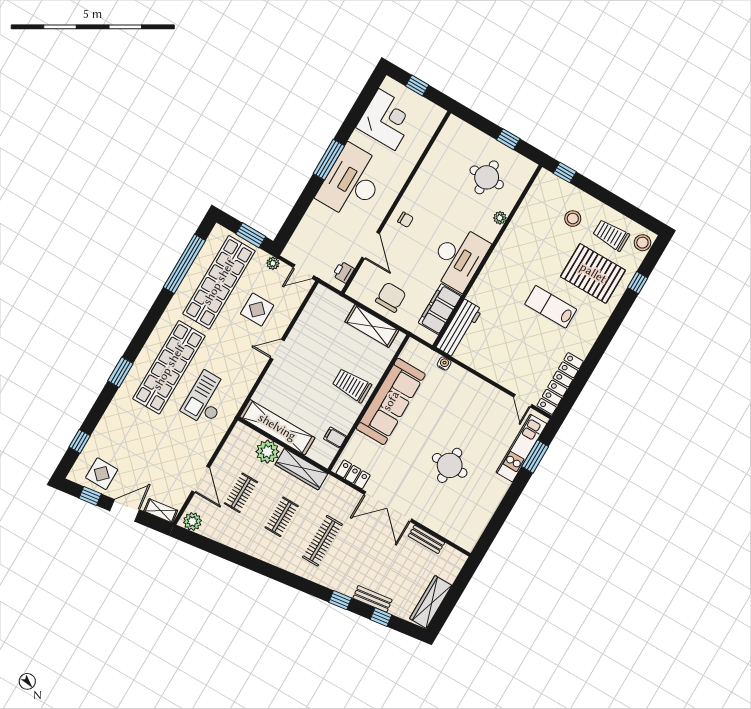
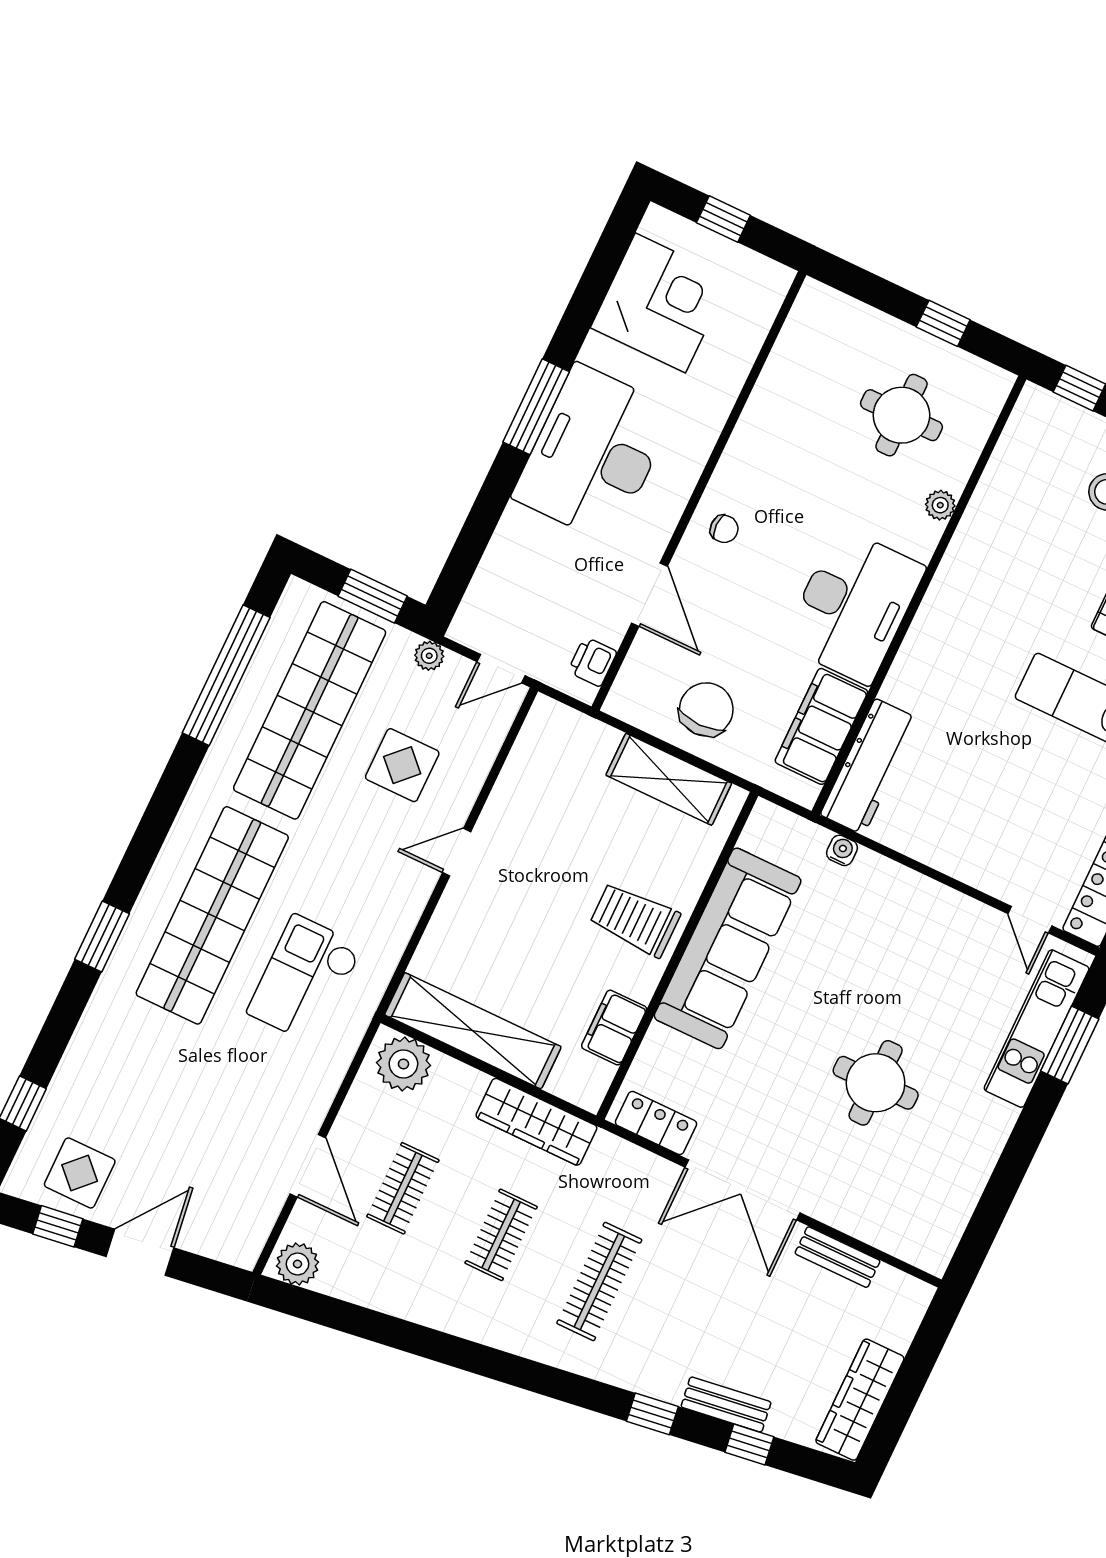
filing cabinet: (335, 437) -> (614, 1028), width x2.00
plant: (267, 452) -> (403, 1064), moved
shelving: (161, 511) -> (223, 1246), removed

